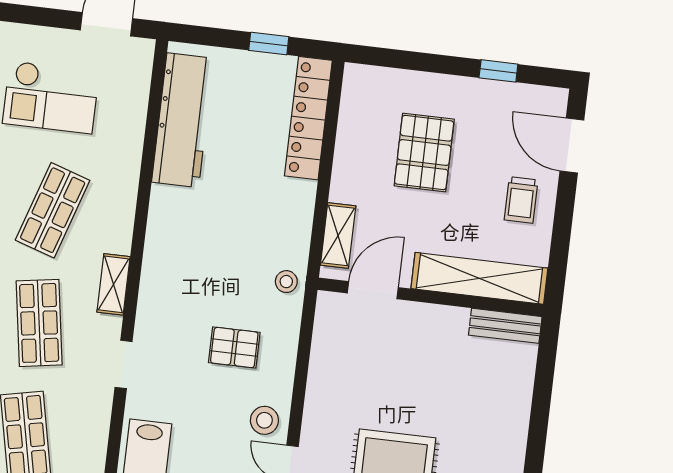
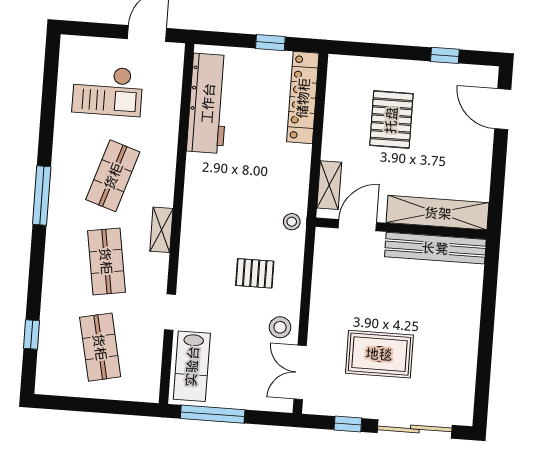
trolley: (521, 200) -> (466, 152), removed
bench: (505, 326) -> (435, 248), width x1.86, depth x1.21
doorway: (124, 364) -> (170, 312), moved

